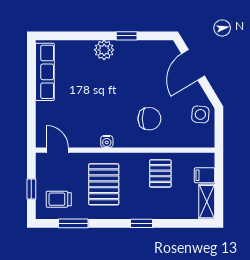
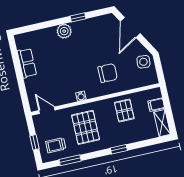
row of seats: (45, 72) -> (27, 63), width x0.68

